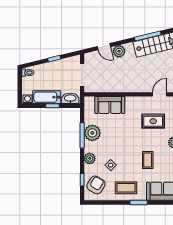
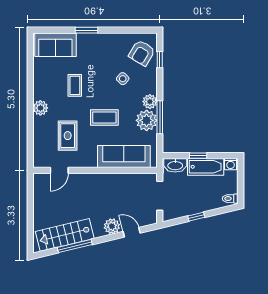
sofa: (110, 105) -> (124, 157), width x1.36
rug: (153, 121) -> (68, 136), turned 90
plant: (90, 158) -> (150, 102), moved
coffee table: (126, 188) -> (104, 117), moved

